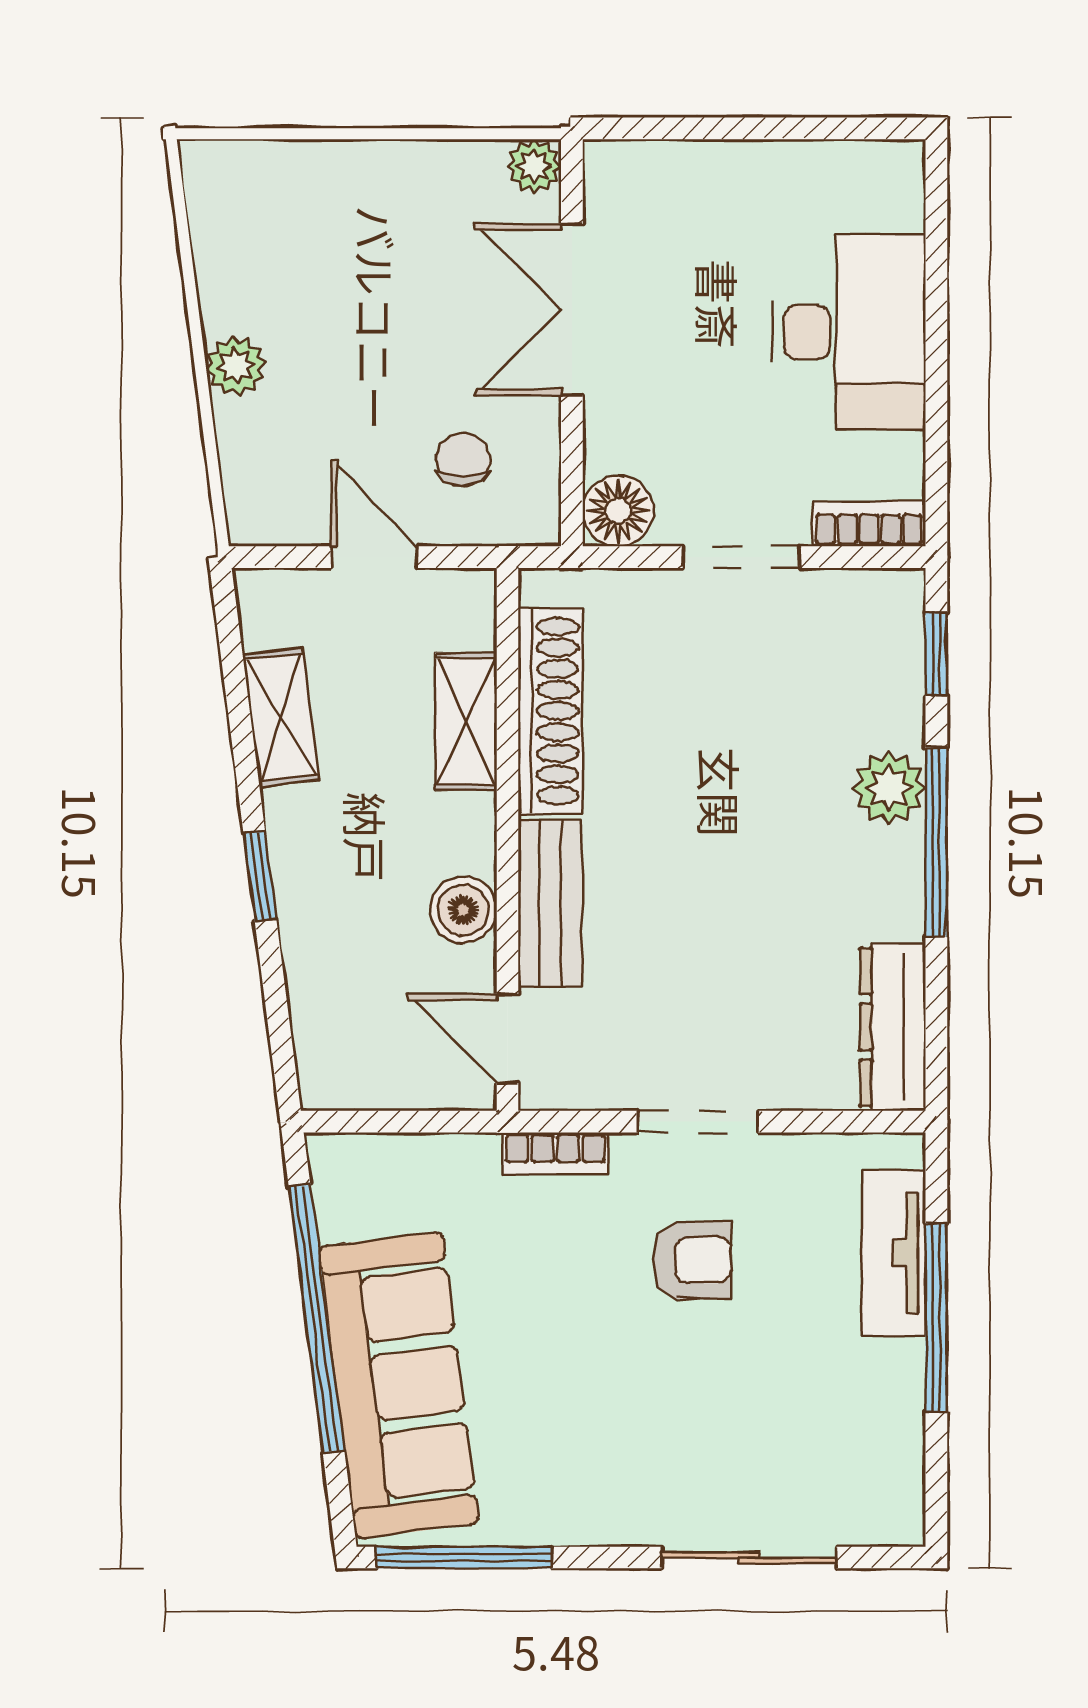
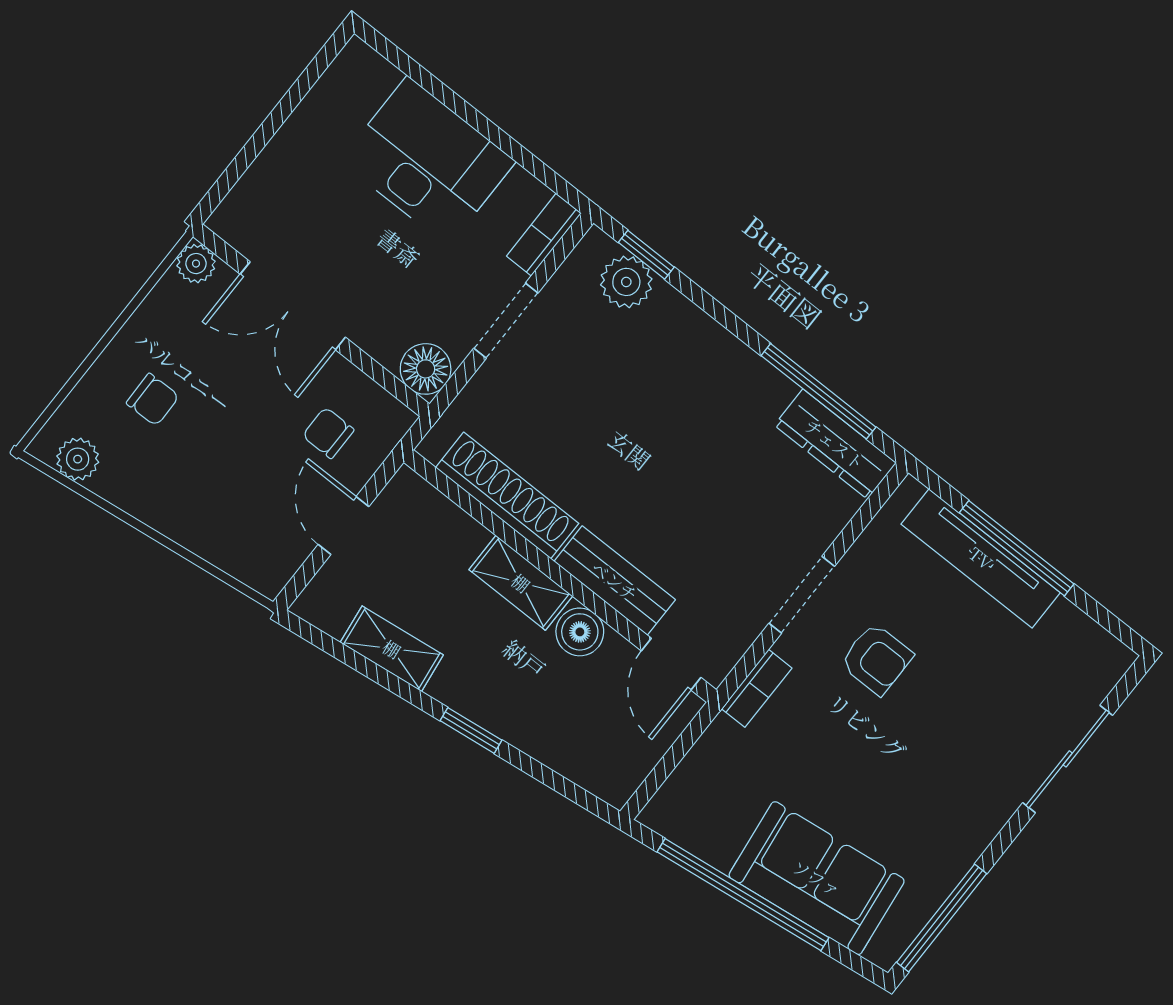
chair: (346, 237) -> (153, 400), added
plant: (236, 366) -> (78, 459), moved
door: (374, 557) -> (344, 526), hinge flipped
shelving: (466, 721) -> (521, 583), moved
plant: (889, 788) -> (626, 282), moved
window: (936, 842) -> (819, 391), moved
door: (508, 1038) -> (671, 664), hinge flipped
tv unit: (894, 1253) -> (981, 558), width x1.41
armchair: (692, 1260) -> (876, 659), turned 90
sofa: (399, 1385) -> (817, 878), width x0.73

